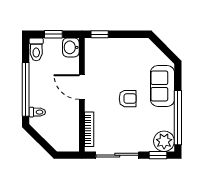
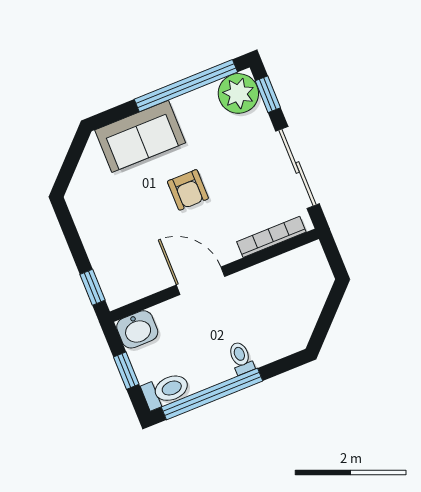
door: (82, 87) -> (201, 281), swing flipped
window: (26, 89) -> (212, 394), moved
armchair: (128, 99) -> (188, 190), turned 180
toilet: (37, 112) -> (241, 358), moved

